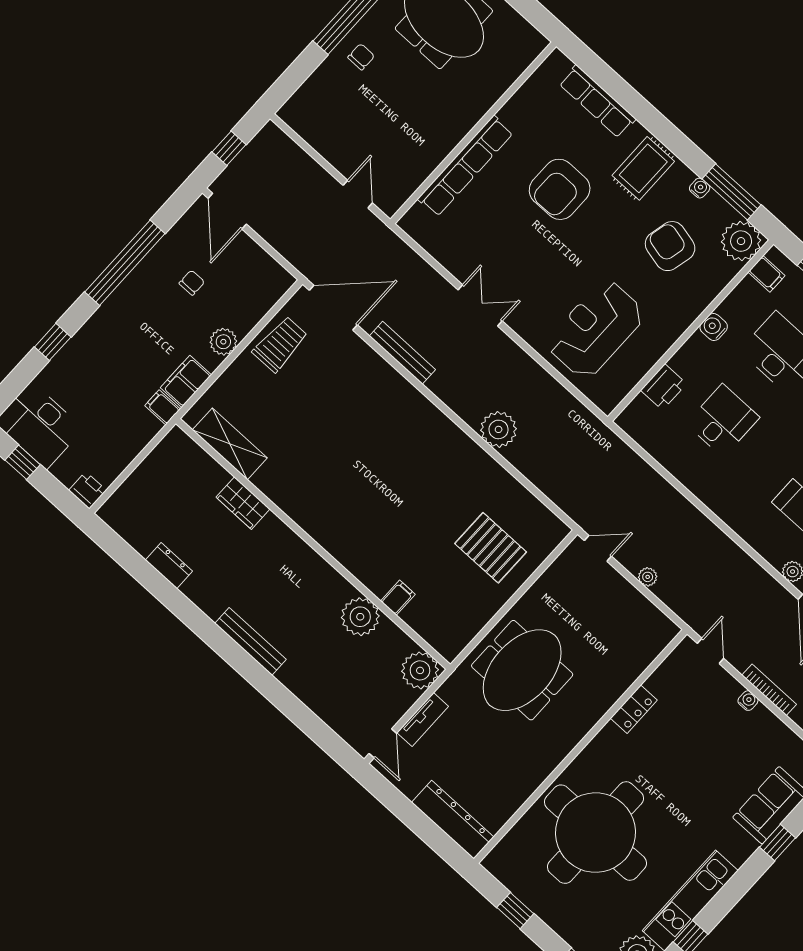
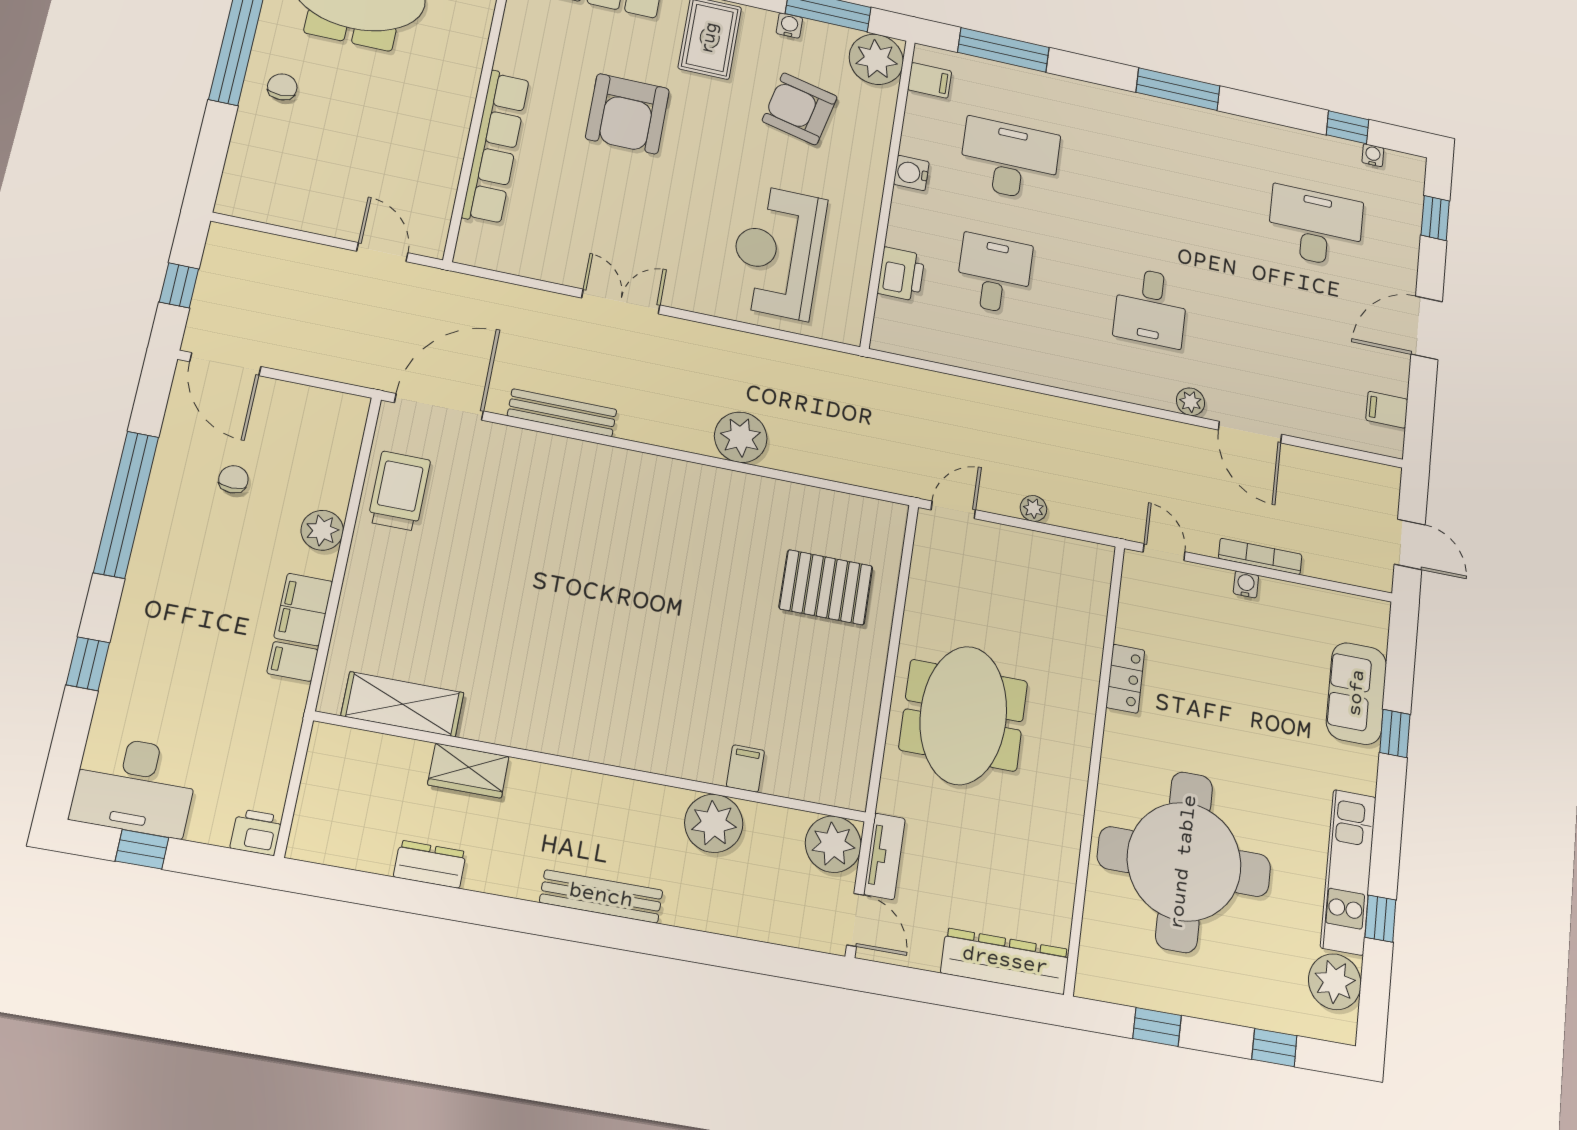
shelving: (230, 444) -> (403, 704), moved
wardrobe: (243, 503) -> (468, 771), moved
wall: (313, 544) -> (593, 767), moved
filing cabinet: (398, 598) -> (745, 768), moved
plant: (360, 617) -> (714, 823), moved
plant: (420, 670) -> (833, 844), moved

